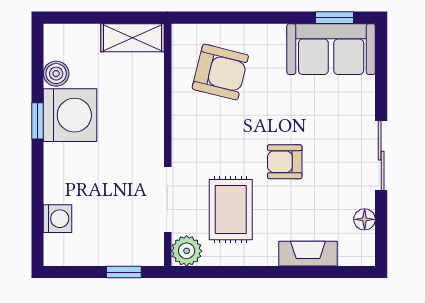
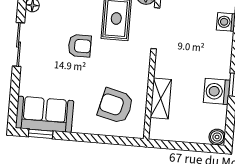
shelving: (133, 38) -> (161, 98), moved, turned 90
boiler: (56, 74) -> (217, 137), moved
washing machine: (70, 115) -> (217, 91), width x0.73, depth x0.73

